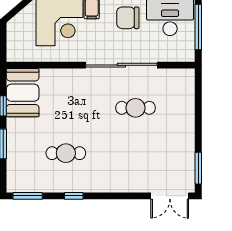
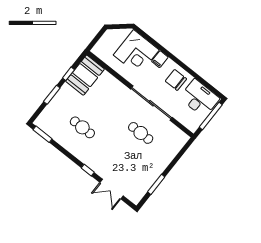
window: (198, 168) -> (156, 184), moved
window: (74, 196) -> (88, 170), moved
double door: (170, 196) -> (112, 189), moved

